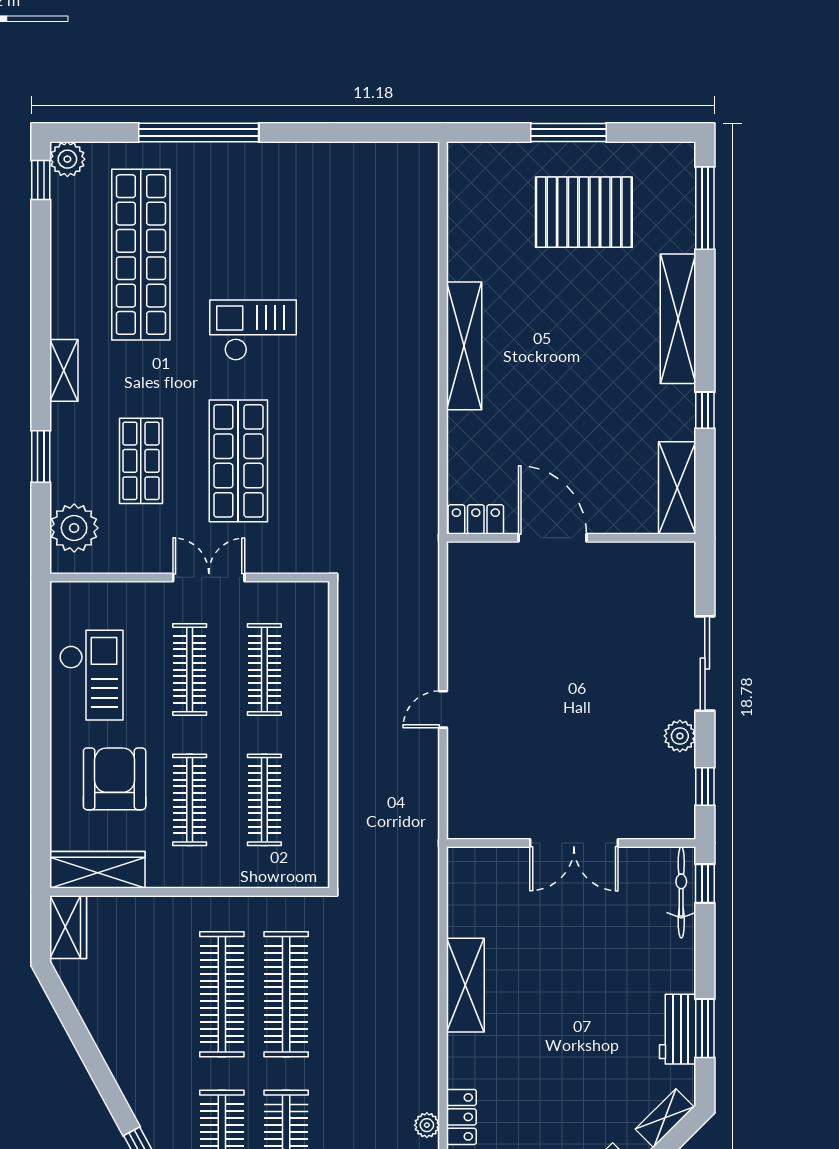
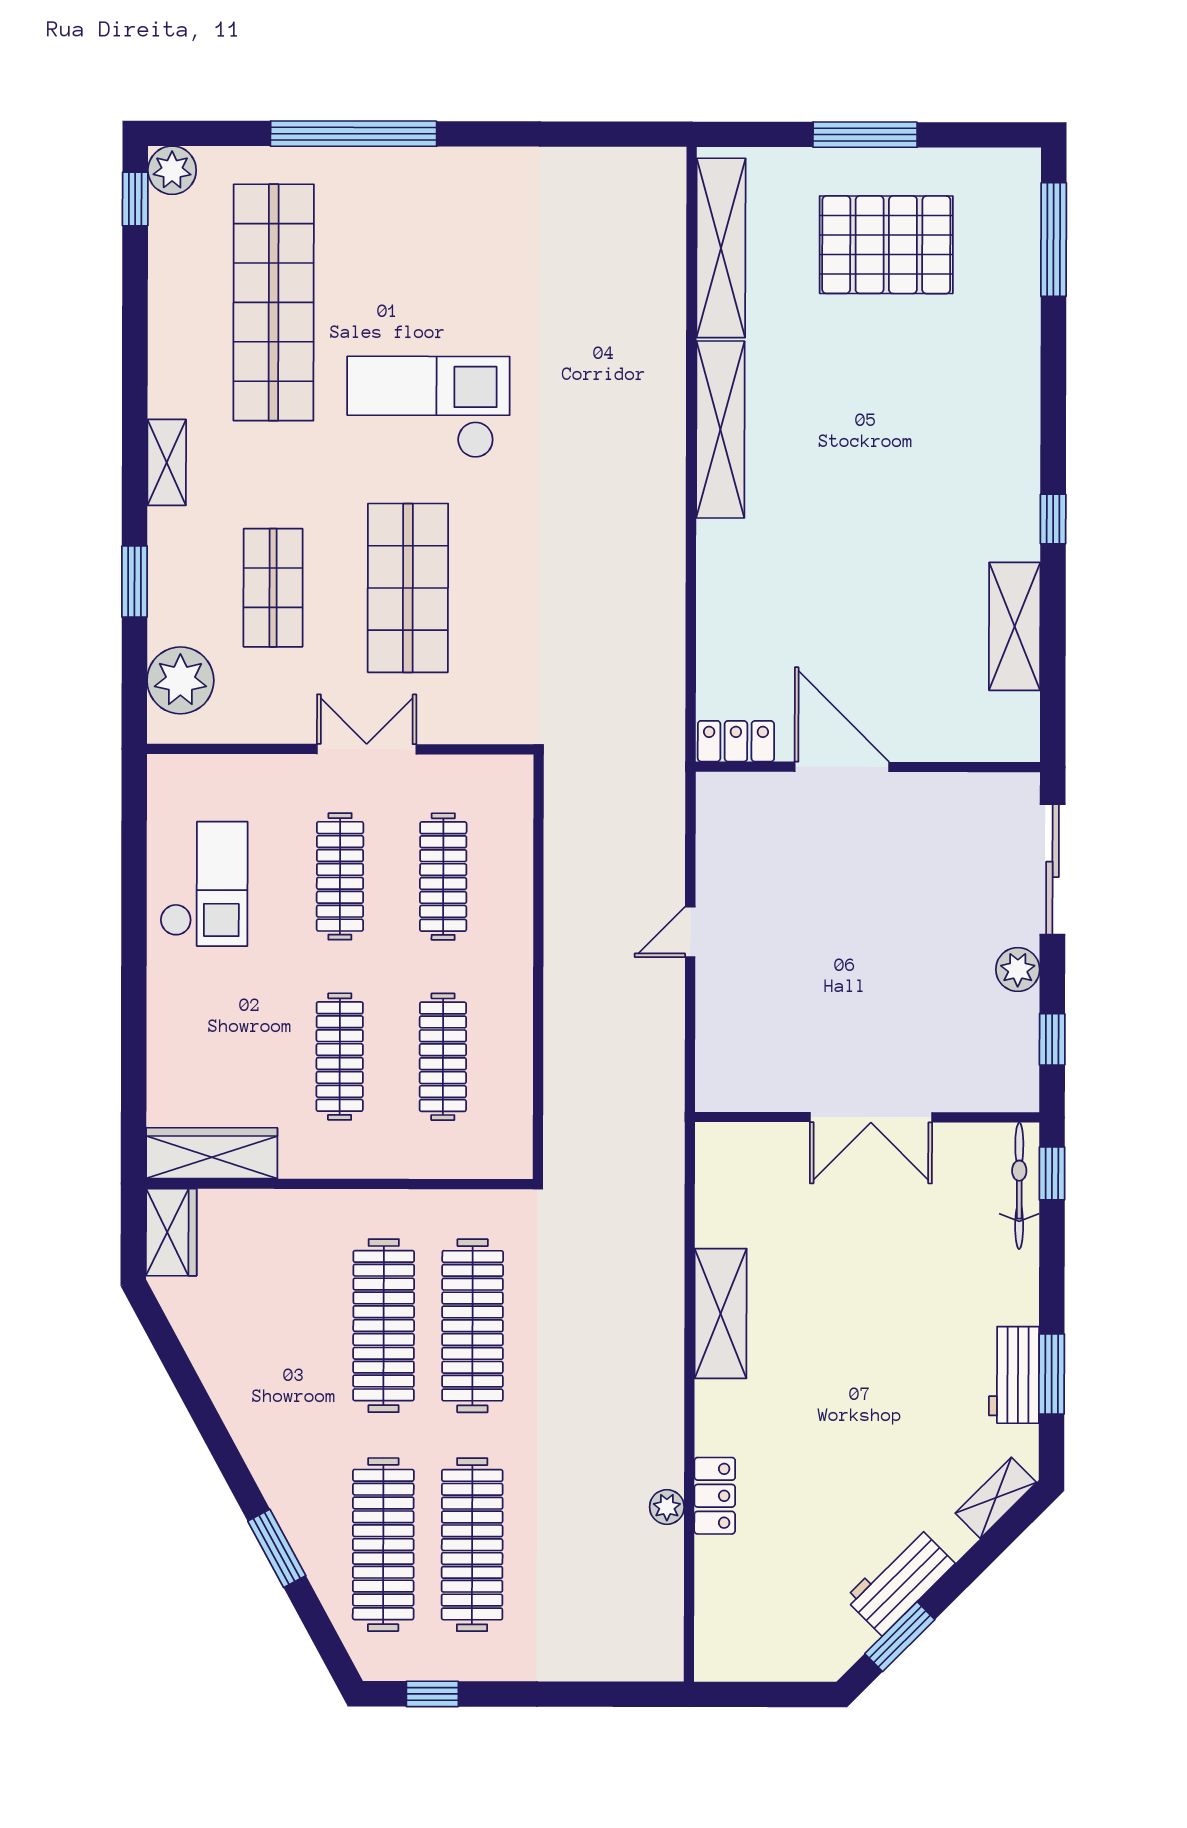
shelving: (678, 319) -> (721, 248), moved
checkout: (253, 330) -> (428, 407), width x1.36, depth x1.21
locker: (476, 519) -> (736, 741), moved
door: (552, 538) -> (842, 767), moved
wall: (571, 538) -> (868, 767), moved
armchair: (115, 779) -> (236, 1027), removed

